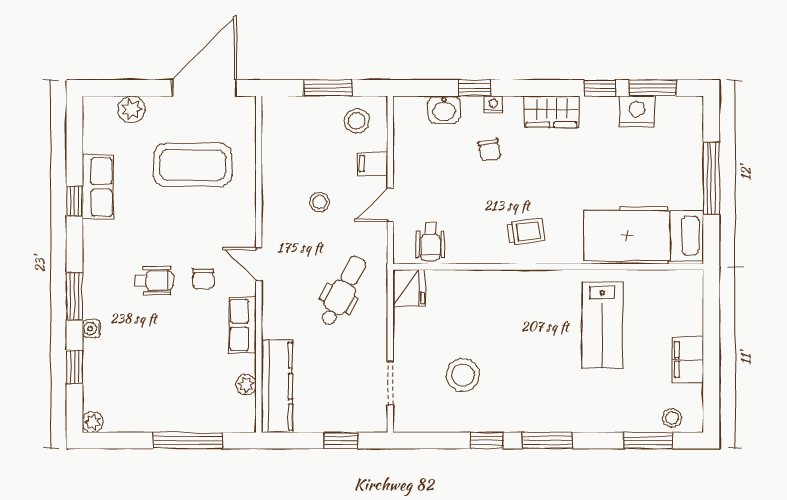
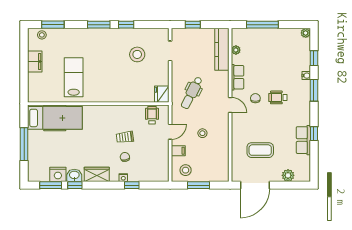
washbasin: (444, 110) -> (74, 175), moved
coffee table: (193, 165) -> (260, 150), width x0.73, depth x0.76
trolley: (526, 232) -> (125, 137), moved

